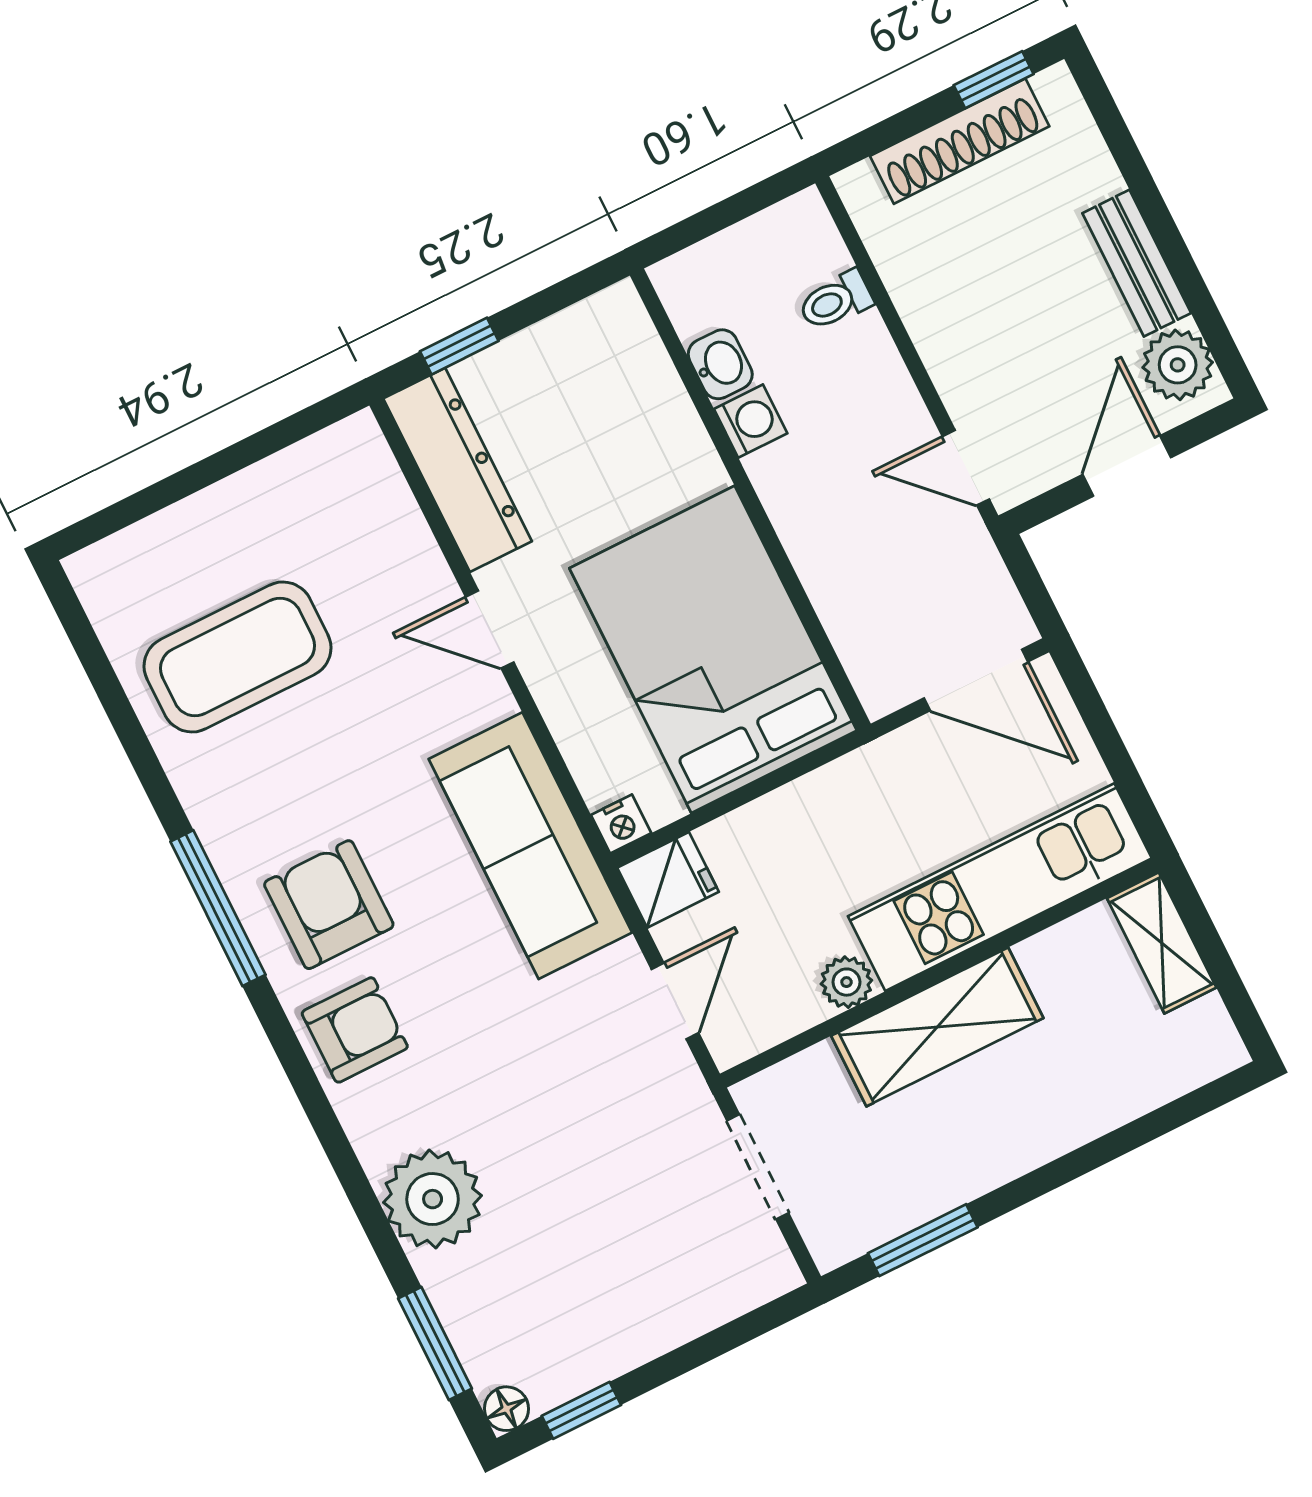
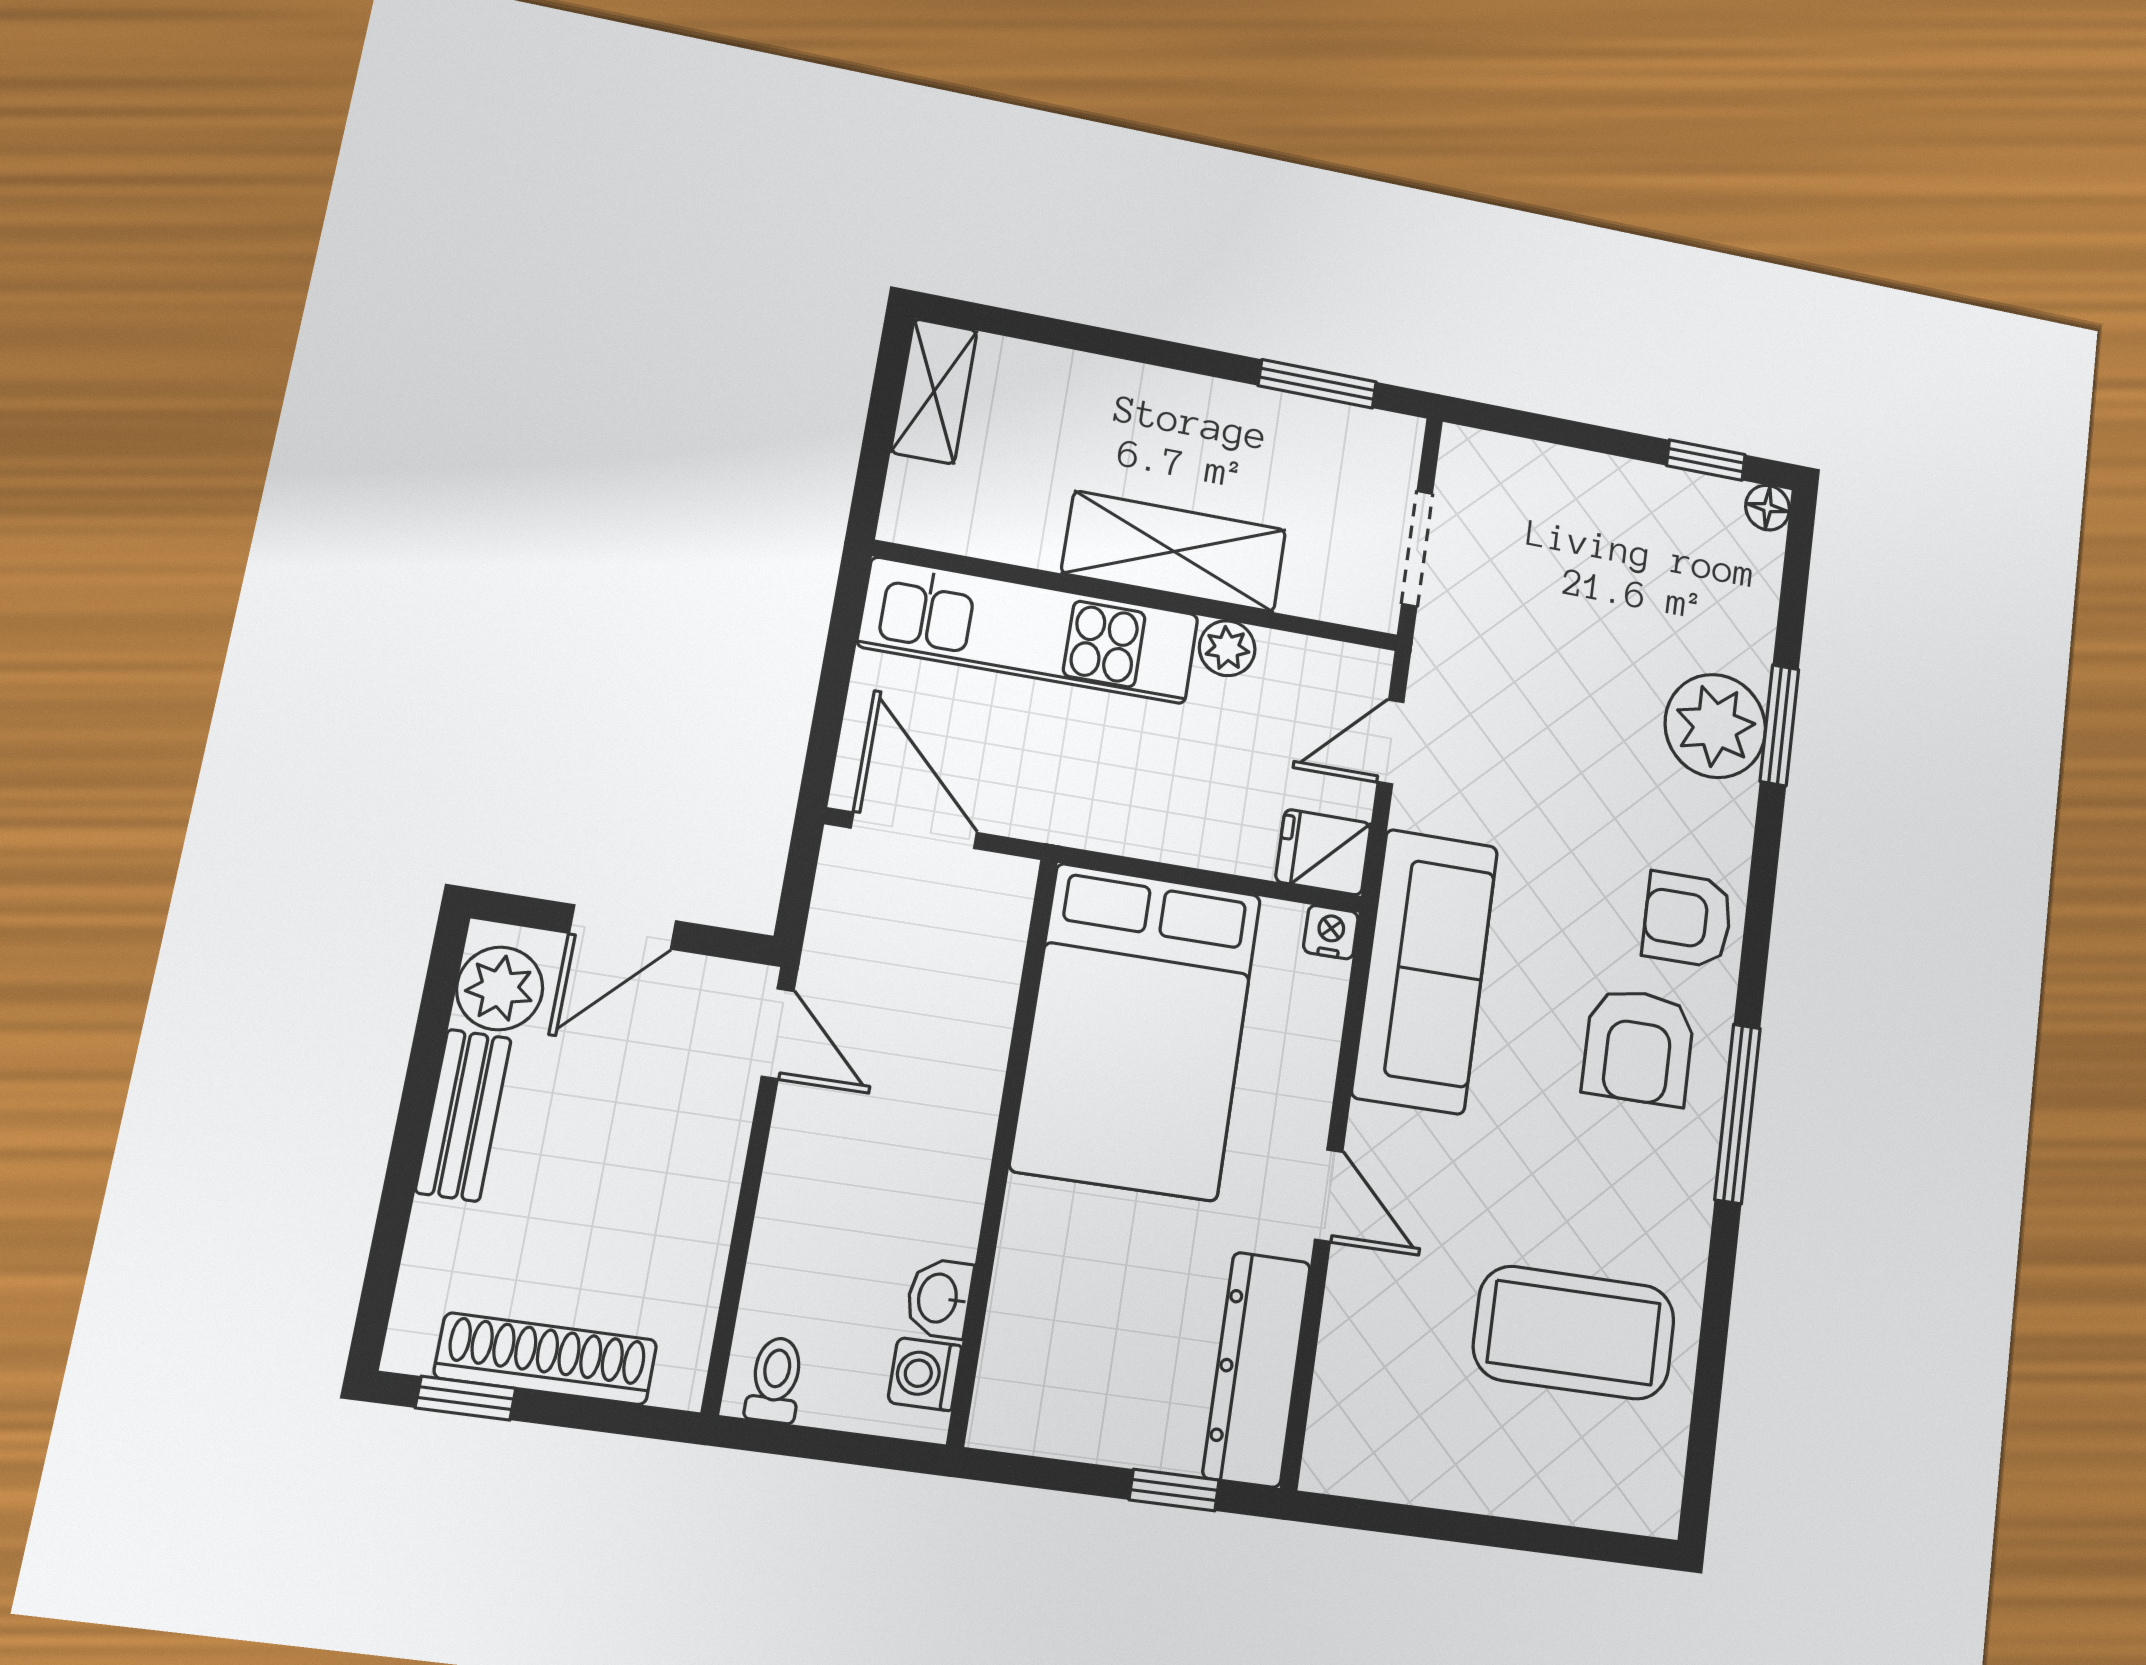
toilet: (836, 301) -> (775, 1380), moved, turned -90
washing machine: (751, 421) -> (925, 1374), moved
shelving: (1162, 943) -> (934, 391), moved
window: (435, 1344) -> (1779, 725), moved

